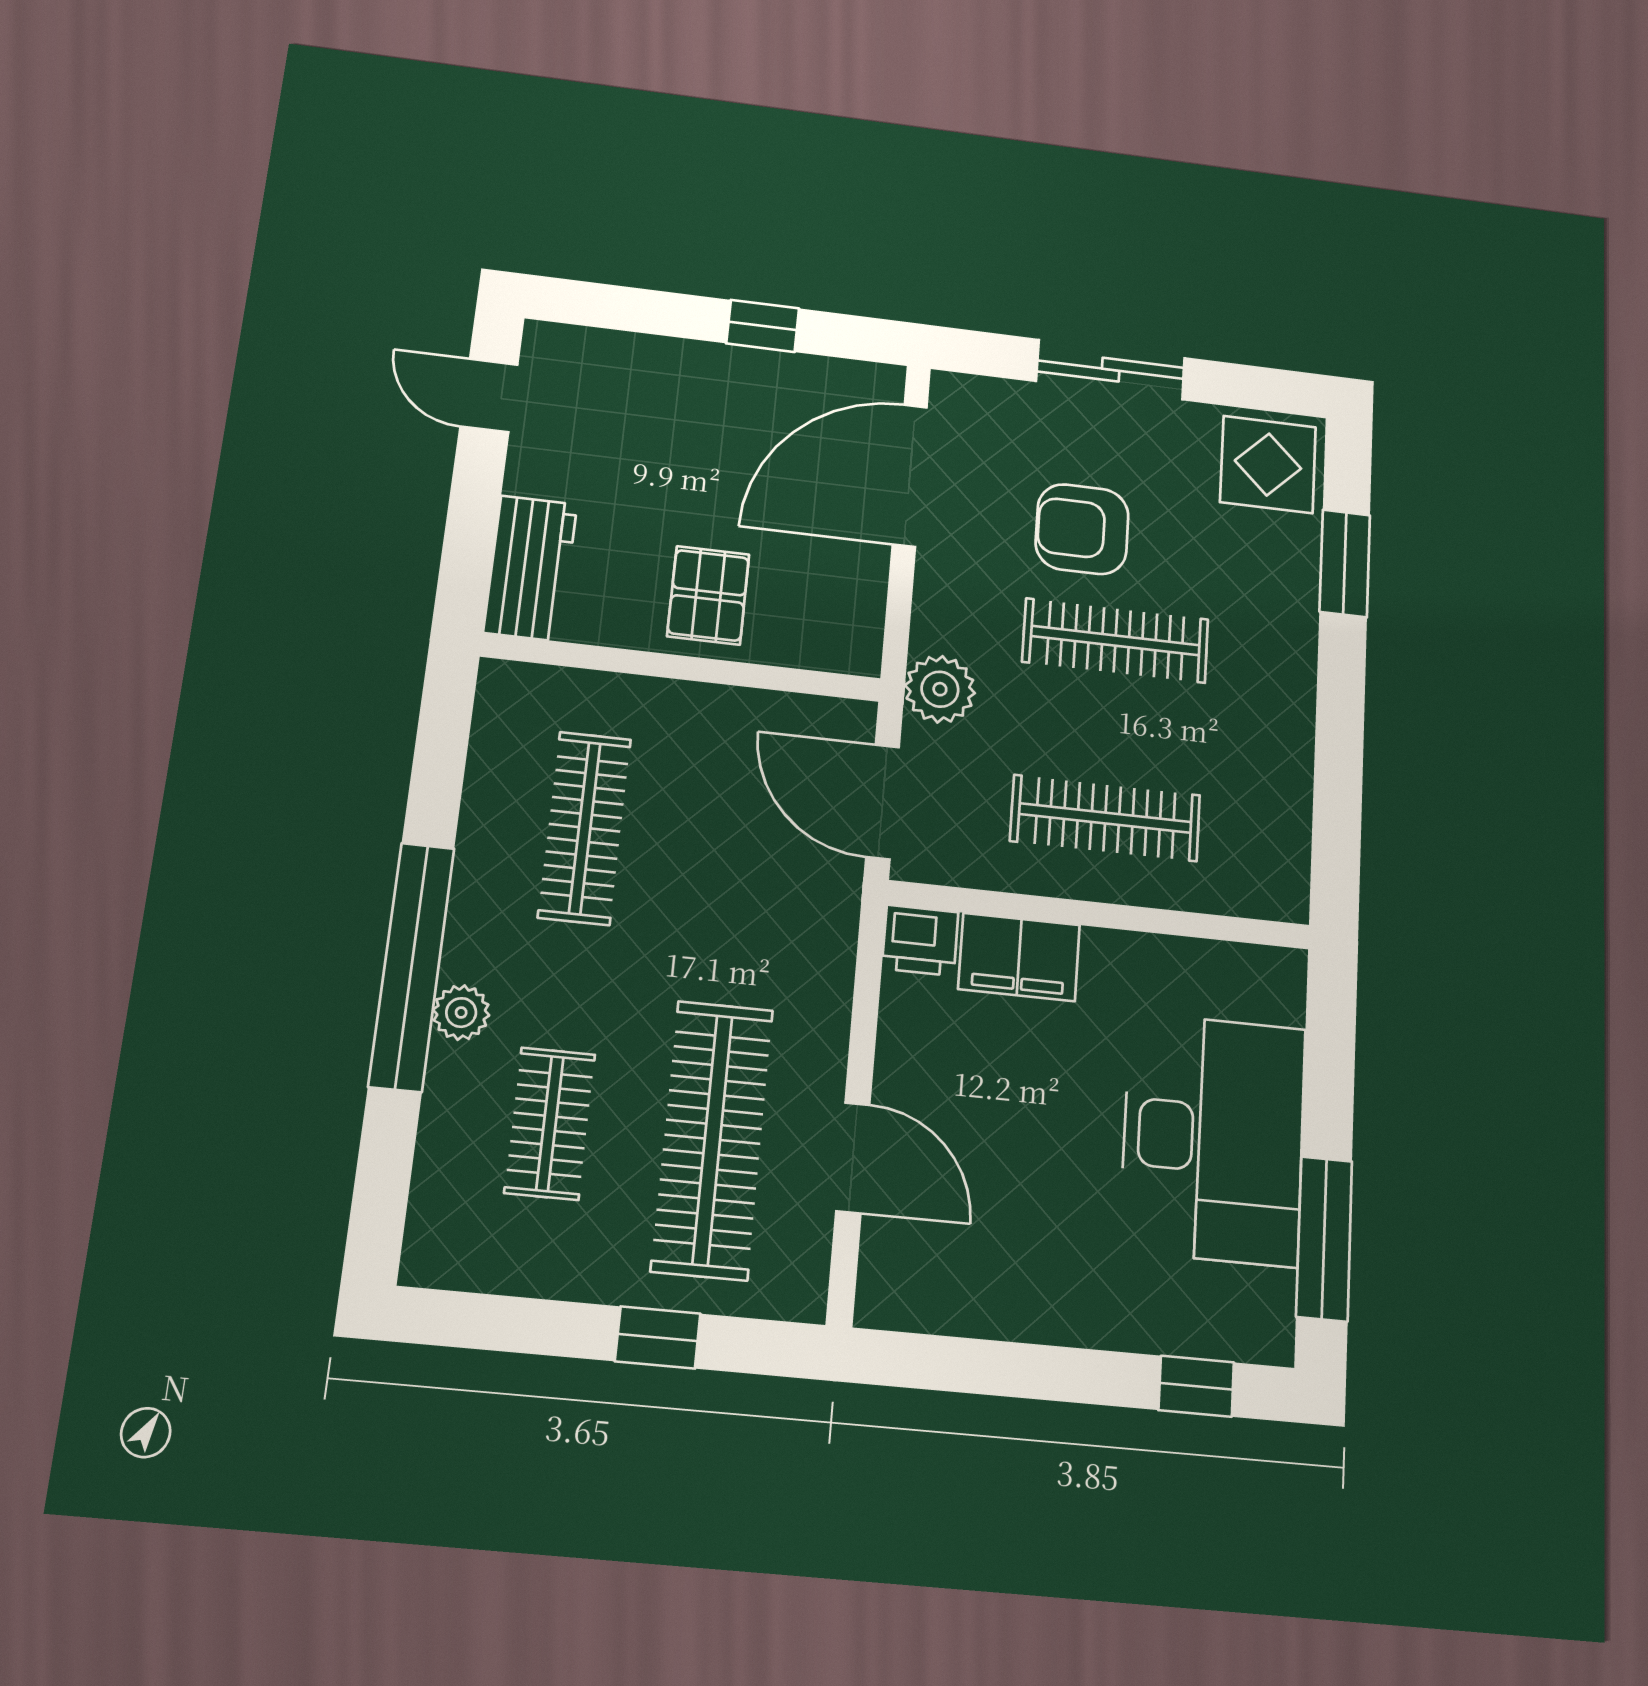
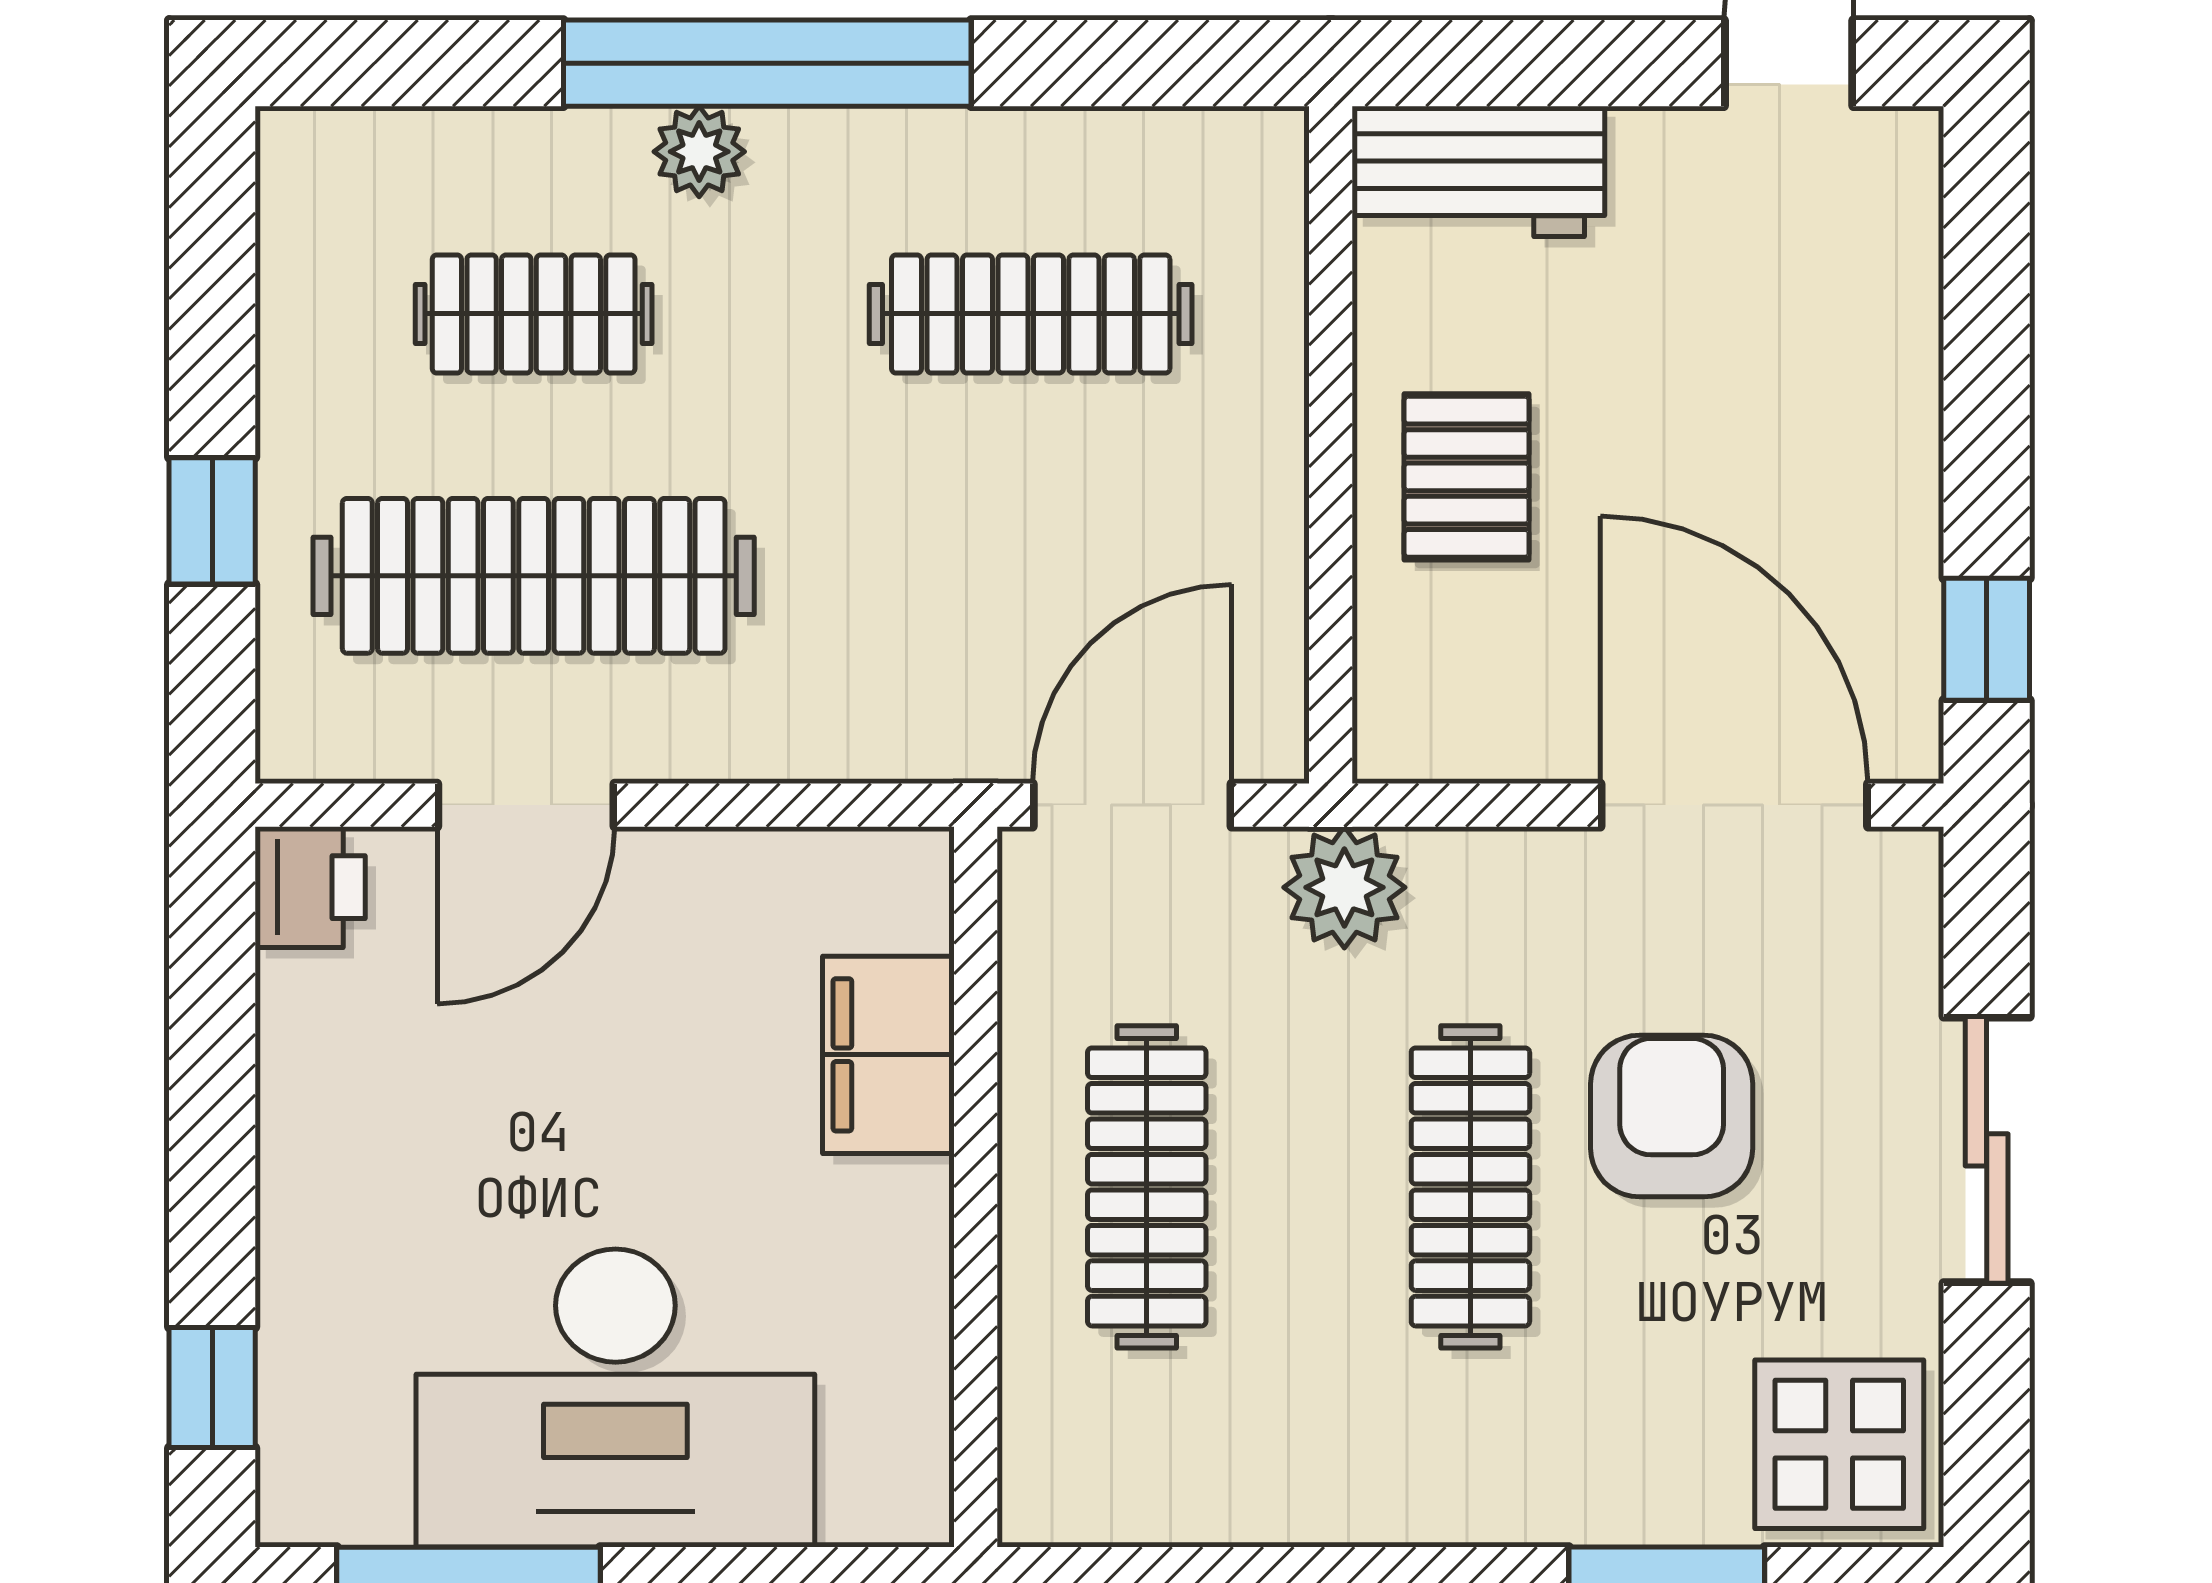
window: (763, 326) -> (1987, 639), moved
pallet: (708, 595) -> (1467, 477), turned 90
printer: (920, 940) -> (310, 887), moved, turned 180

